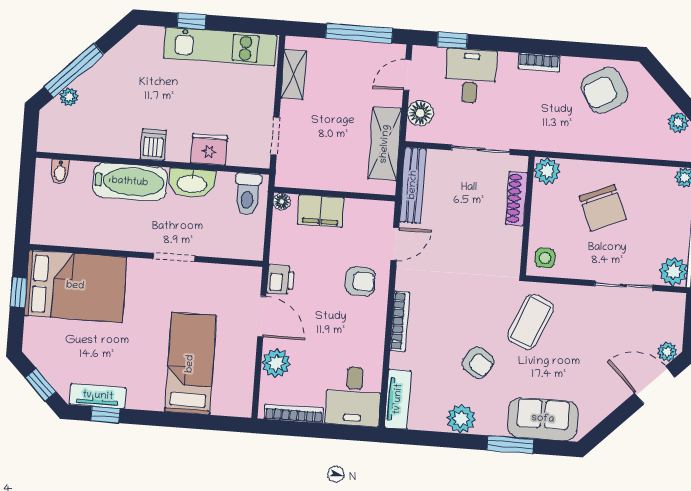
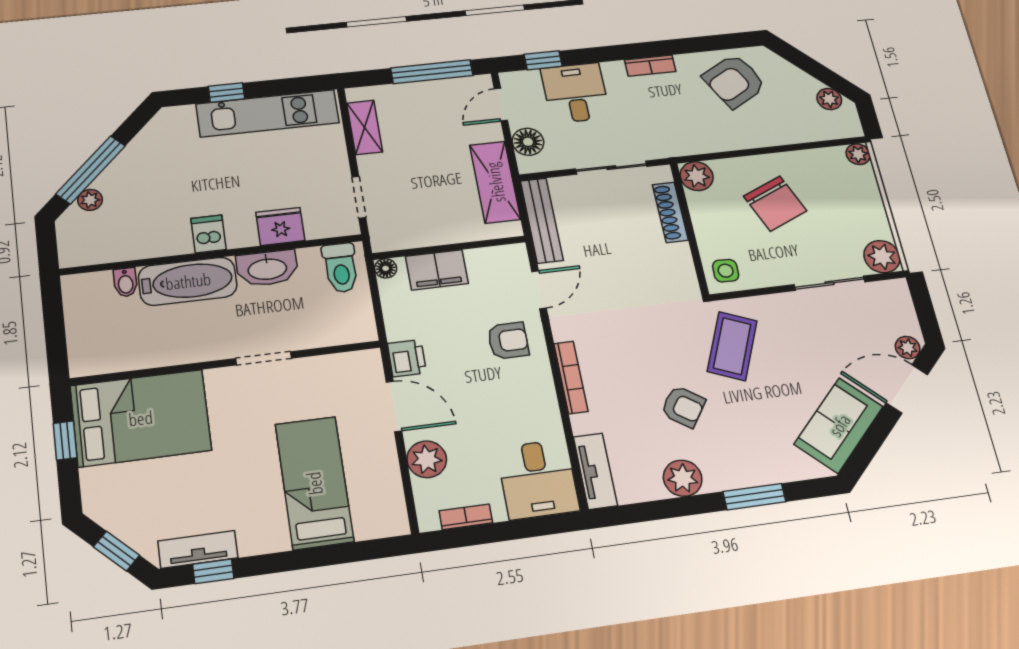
bidet: (60, 171) -> (125, 282), moved
bookcase: (294, 414) -> (466, 517), width x0.64
sofa: (543, 419) -> (839, 425), moved, turned -45

